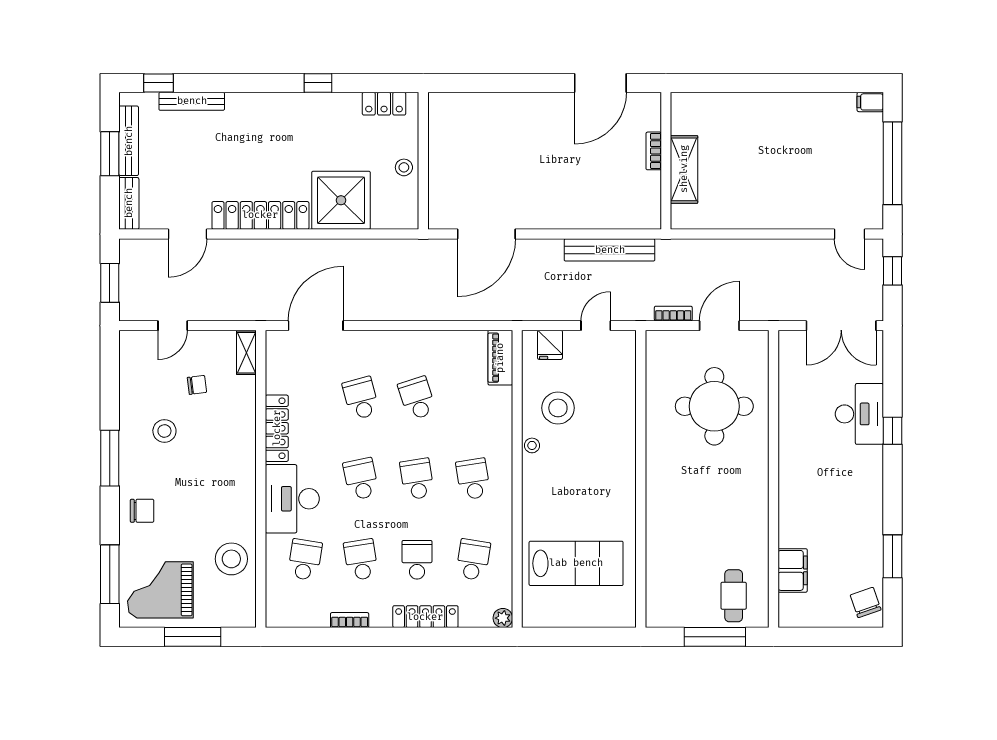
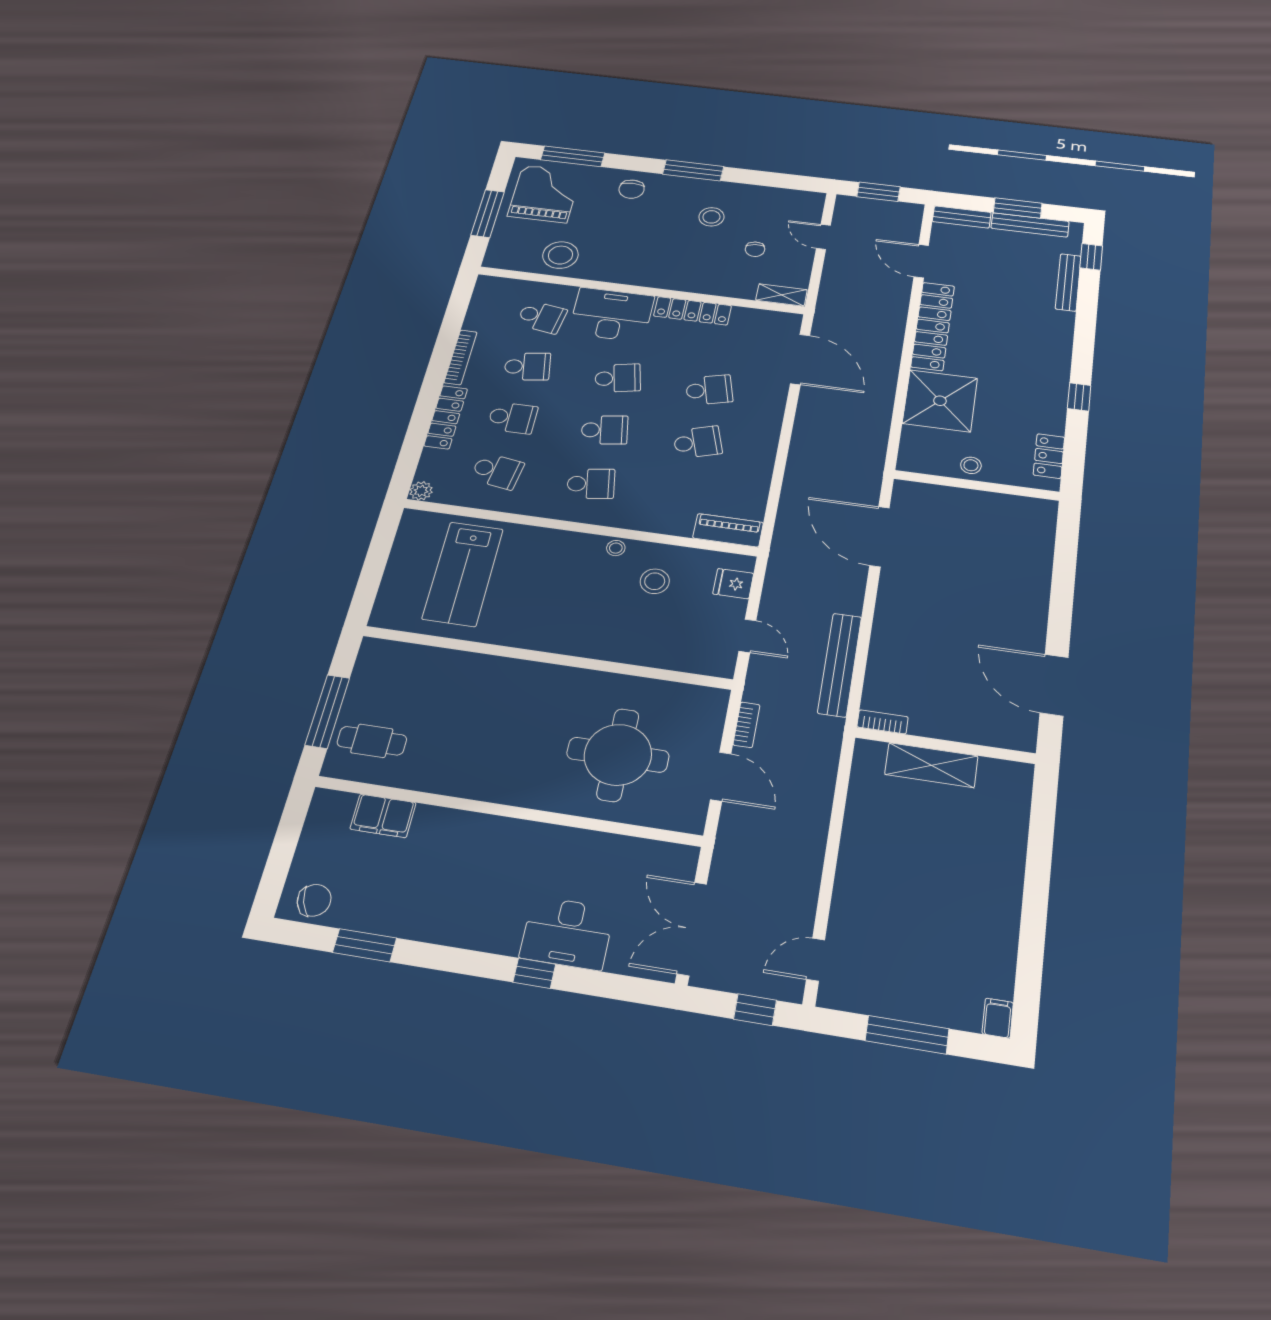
bookcase: (654, 151) -> (883, 722), moved
window: (892, 163) -> (907, 1035), width x0.68
stool: (558, 408) -> (655, 581), width x0.73, depth x0.73
bookcase: (350, 620) -> (461, 357), width x1.56

